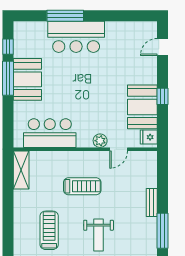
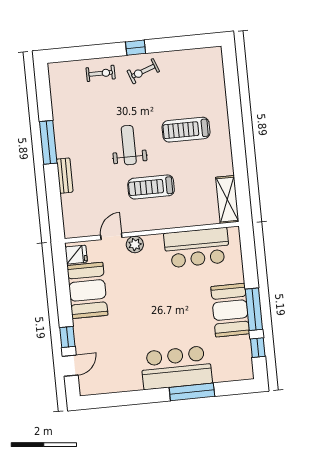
window: (163, 96) -> (67, 337), moved
treadmill: (49, 230) -> (186, 130), turned 90
weight bench: (99, 235) -> (129, 145), moved

